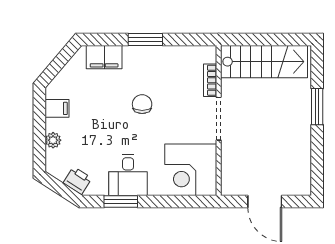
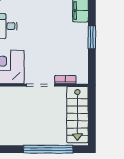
chair: (142, 104) -> (50, 35), removed
window: (317, 107) -> (48, 149), width x2.11

